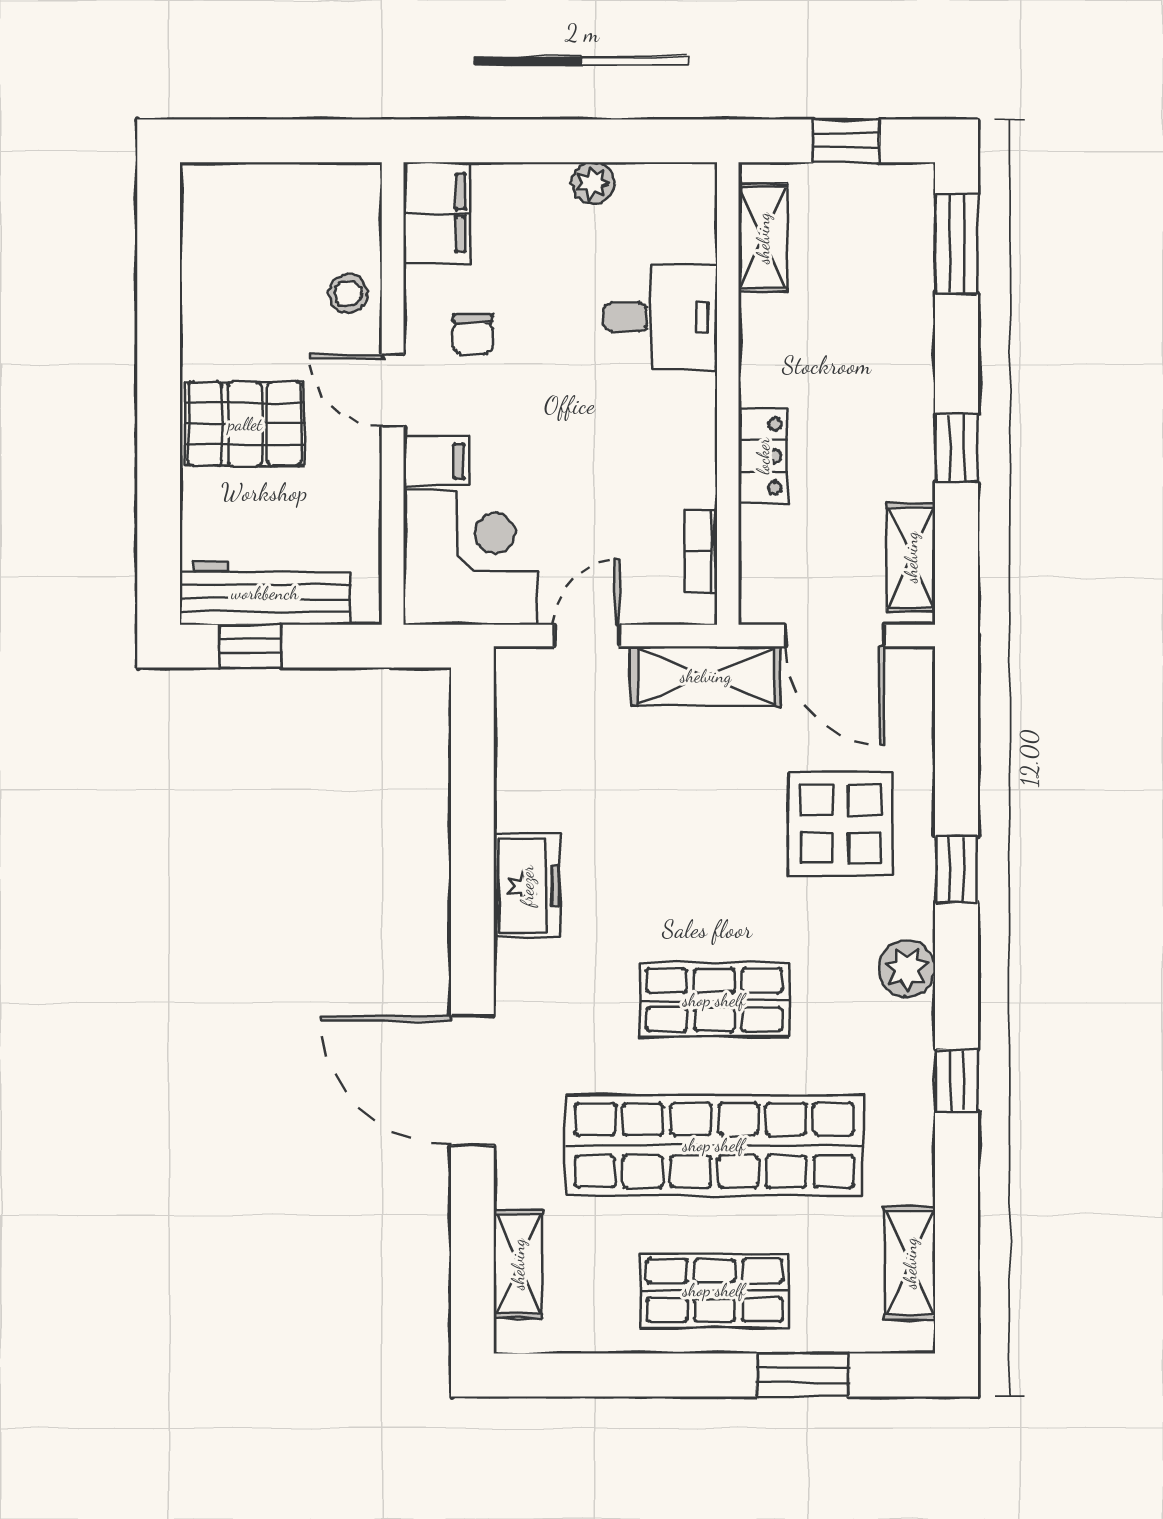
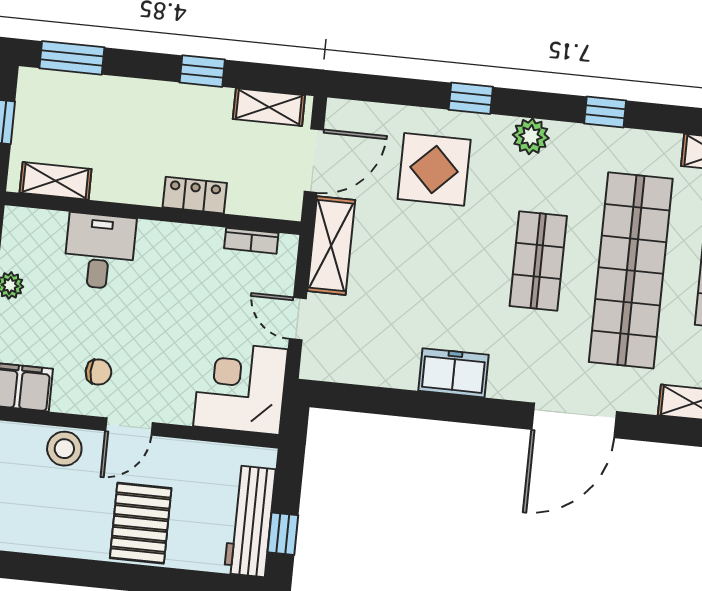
stool: (348, 293) -> (64, 449), width x1.37, depth x1.37
filing cabinet: (436, 461) -> (177, 403), removed

